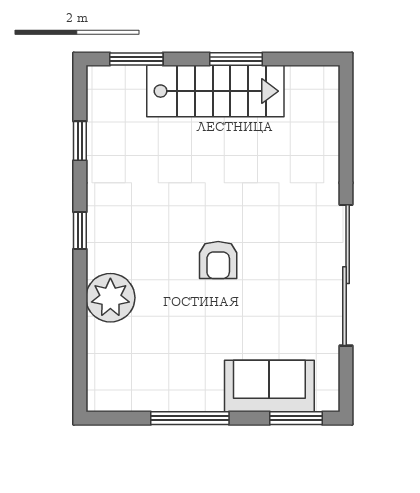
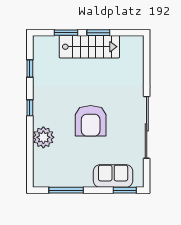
window: (136, 59) -> (66, 33), moved
armchair: (218, 260) -> (91, 121), width x1.88, depth x1.88
window: (190, 418) -> (66, 190), moved

